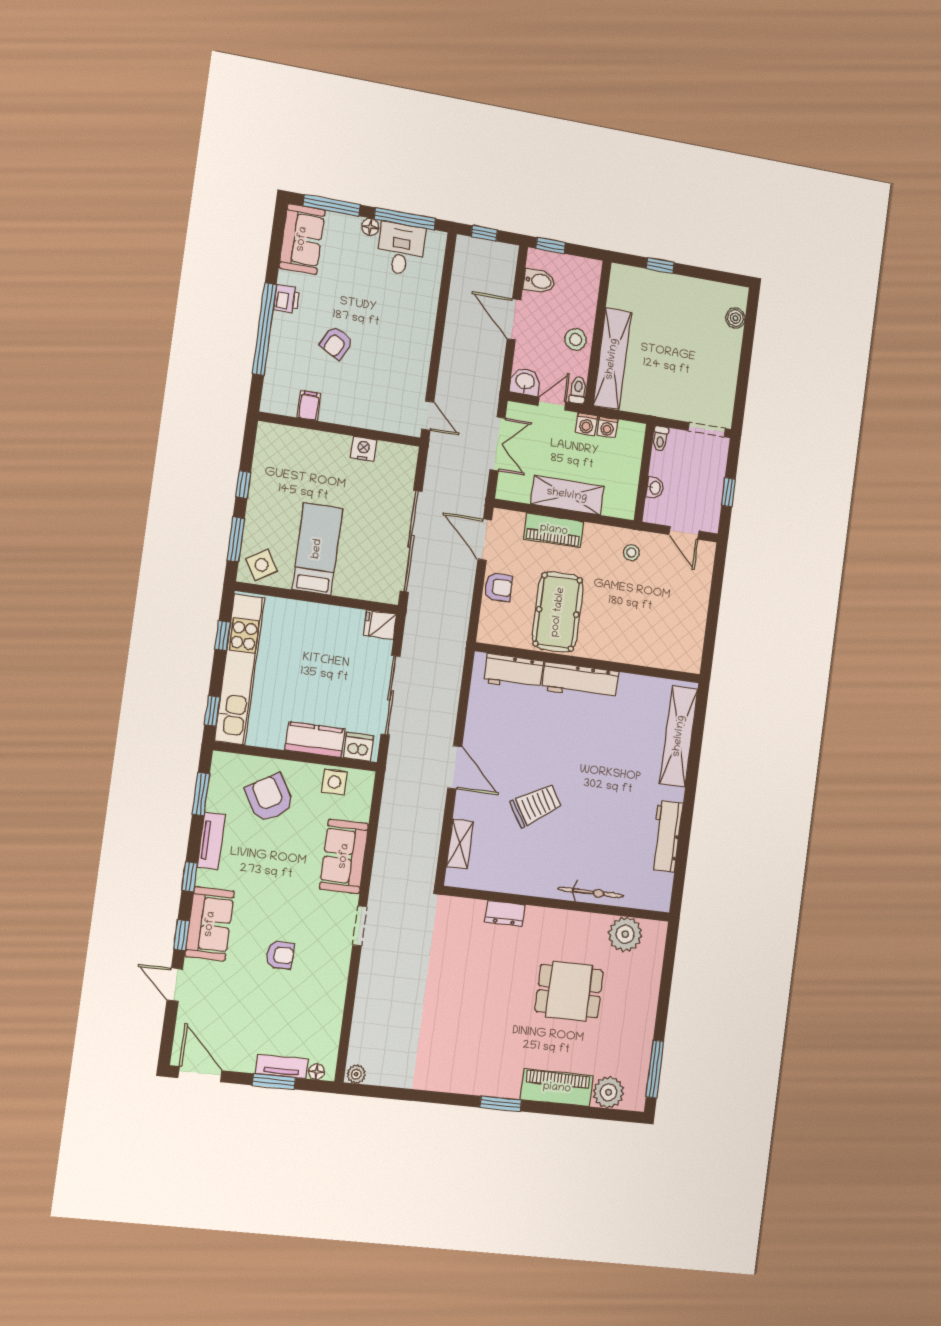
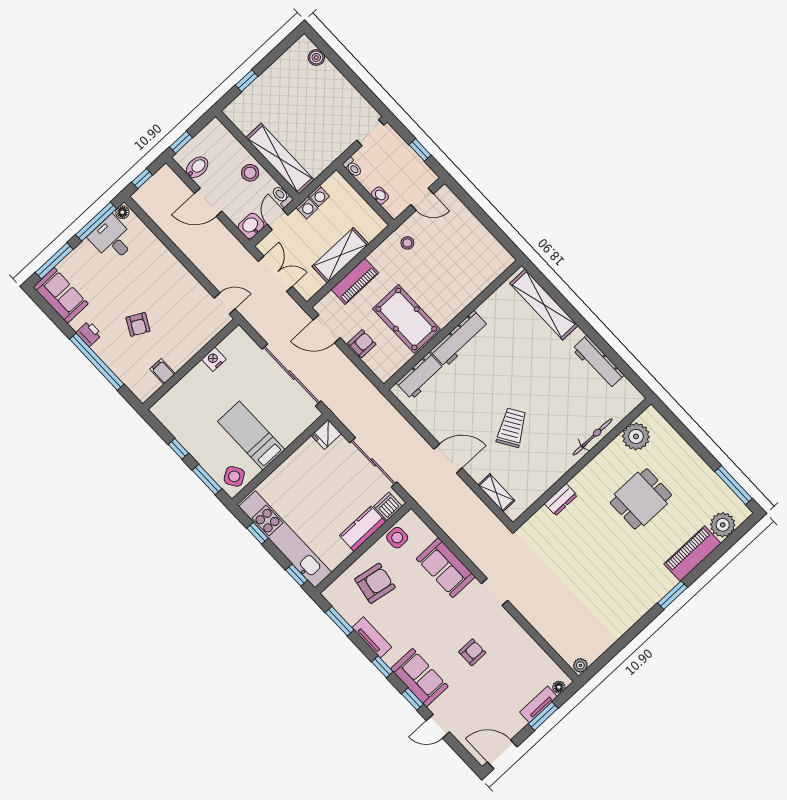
floor lamp: (370, 227) -> (122, 212), moved
armchair: (270, 798) -> (375, 583), turned 131

